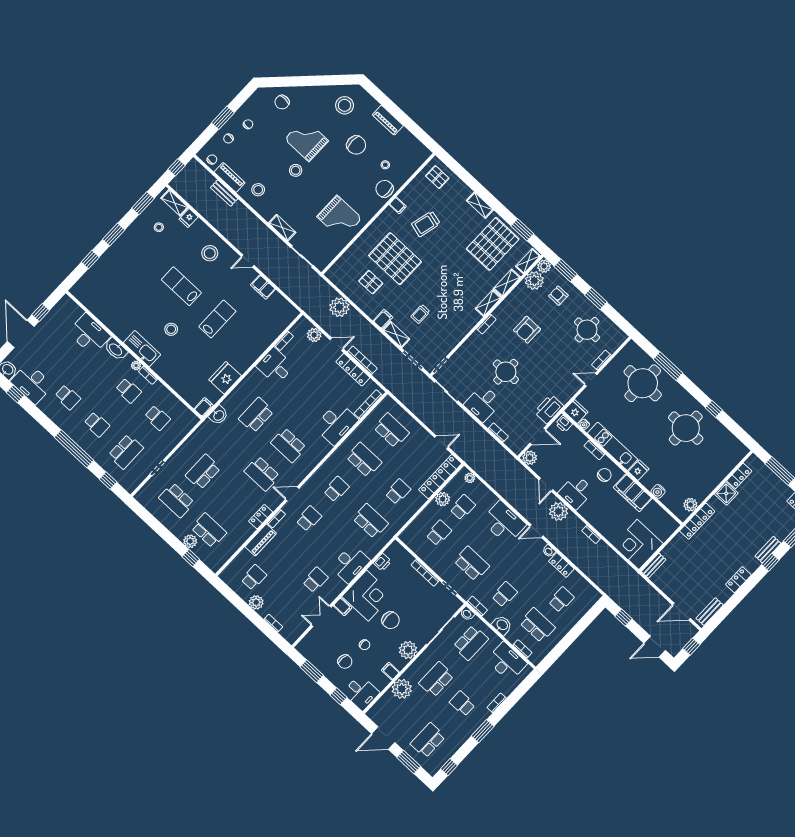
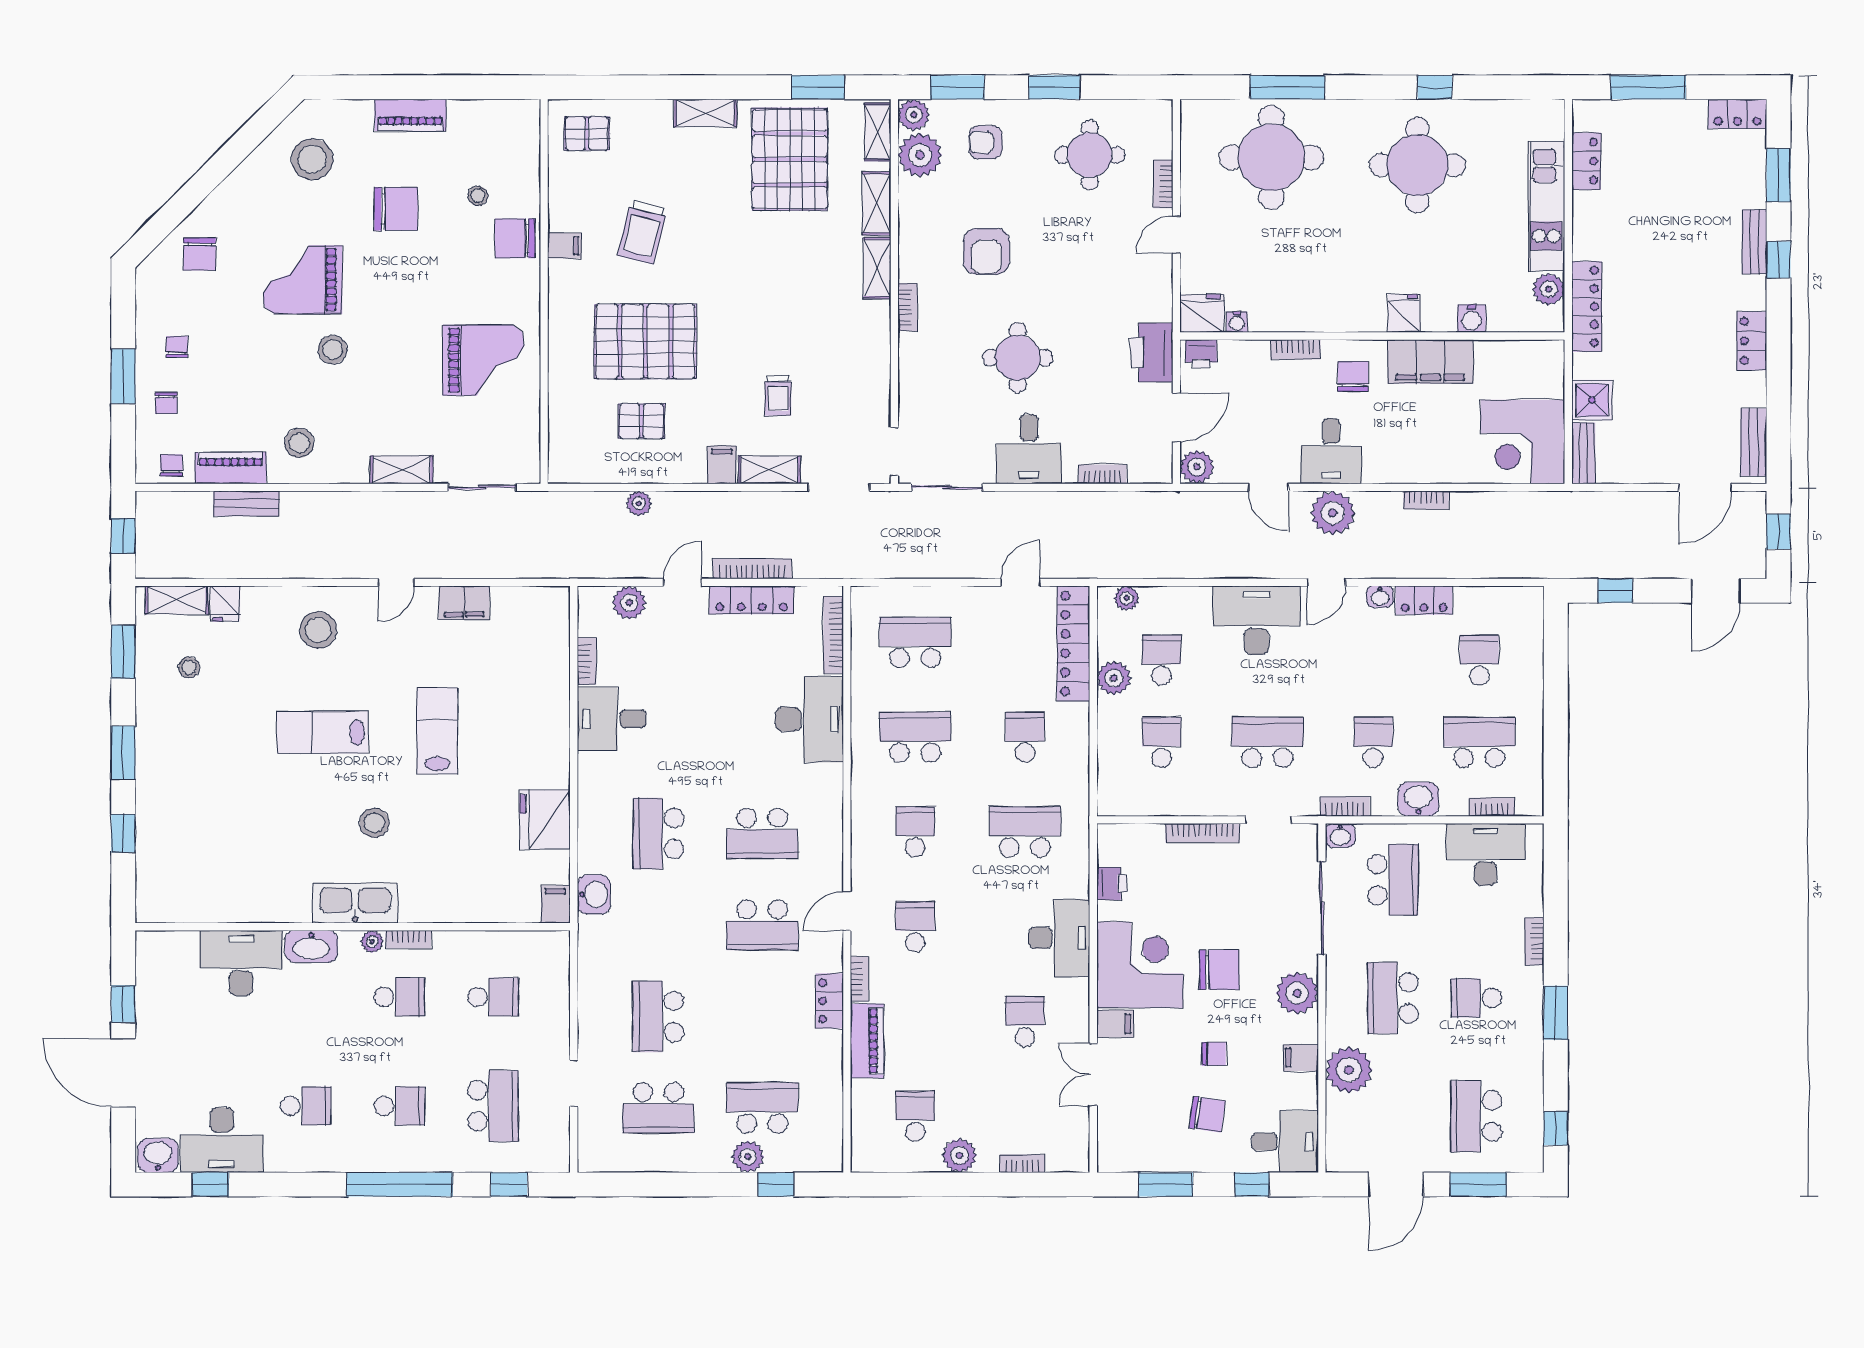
plant: (339, 307) -> (639, 503), width x0.53, depth x0.53
kitchen unit: (613, 446) -> (1546, 206), moved, turned -90
shower: (726, 493) -> (1592, 400), moved

